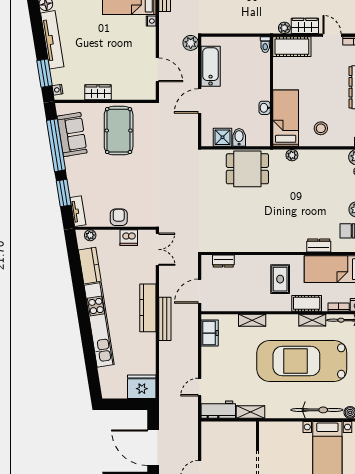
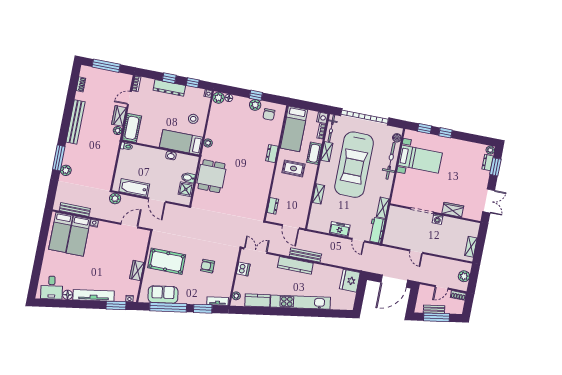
armchair: (119, 217) -> (208, 266), moved
dresser: (319, 245) -> (272, 154), moved
freezer: (210, 333) -> (340, 229), moved

